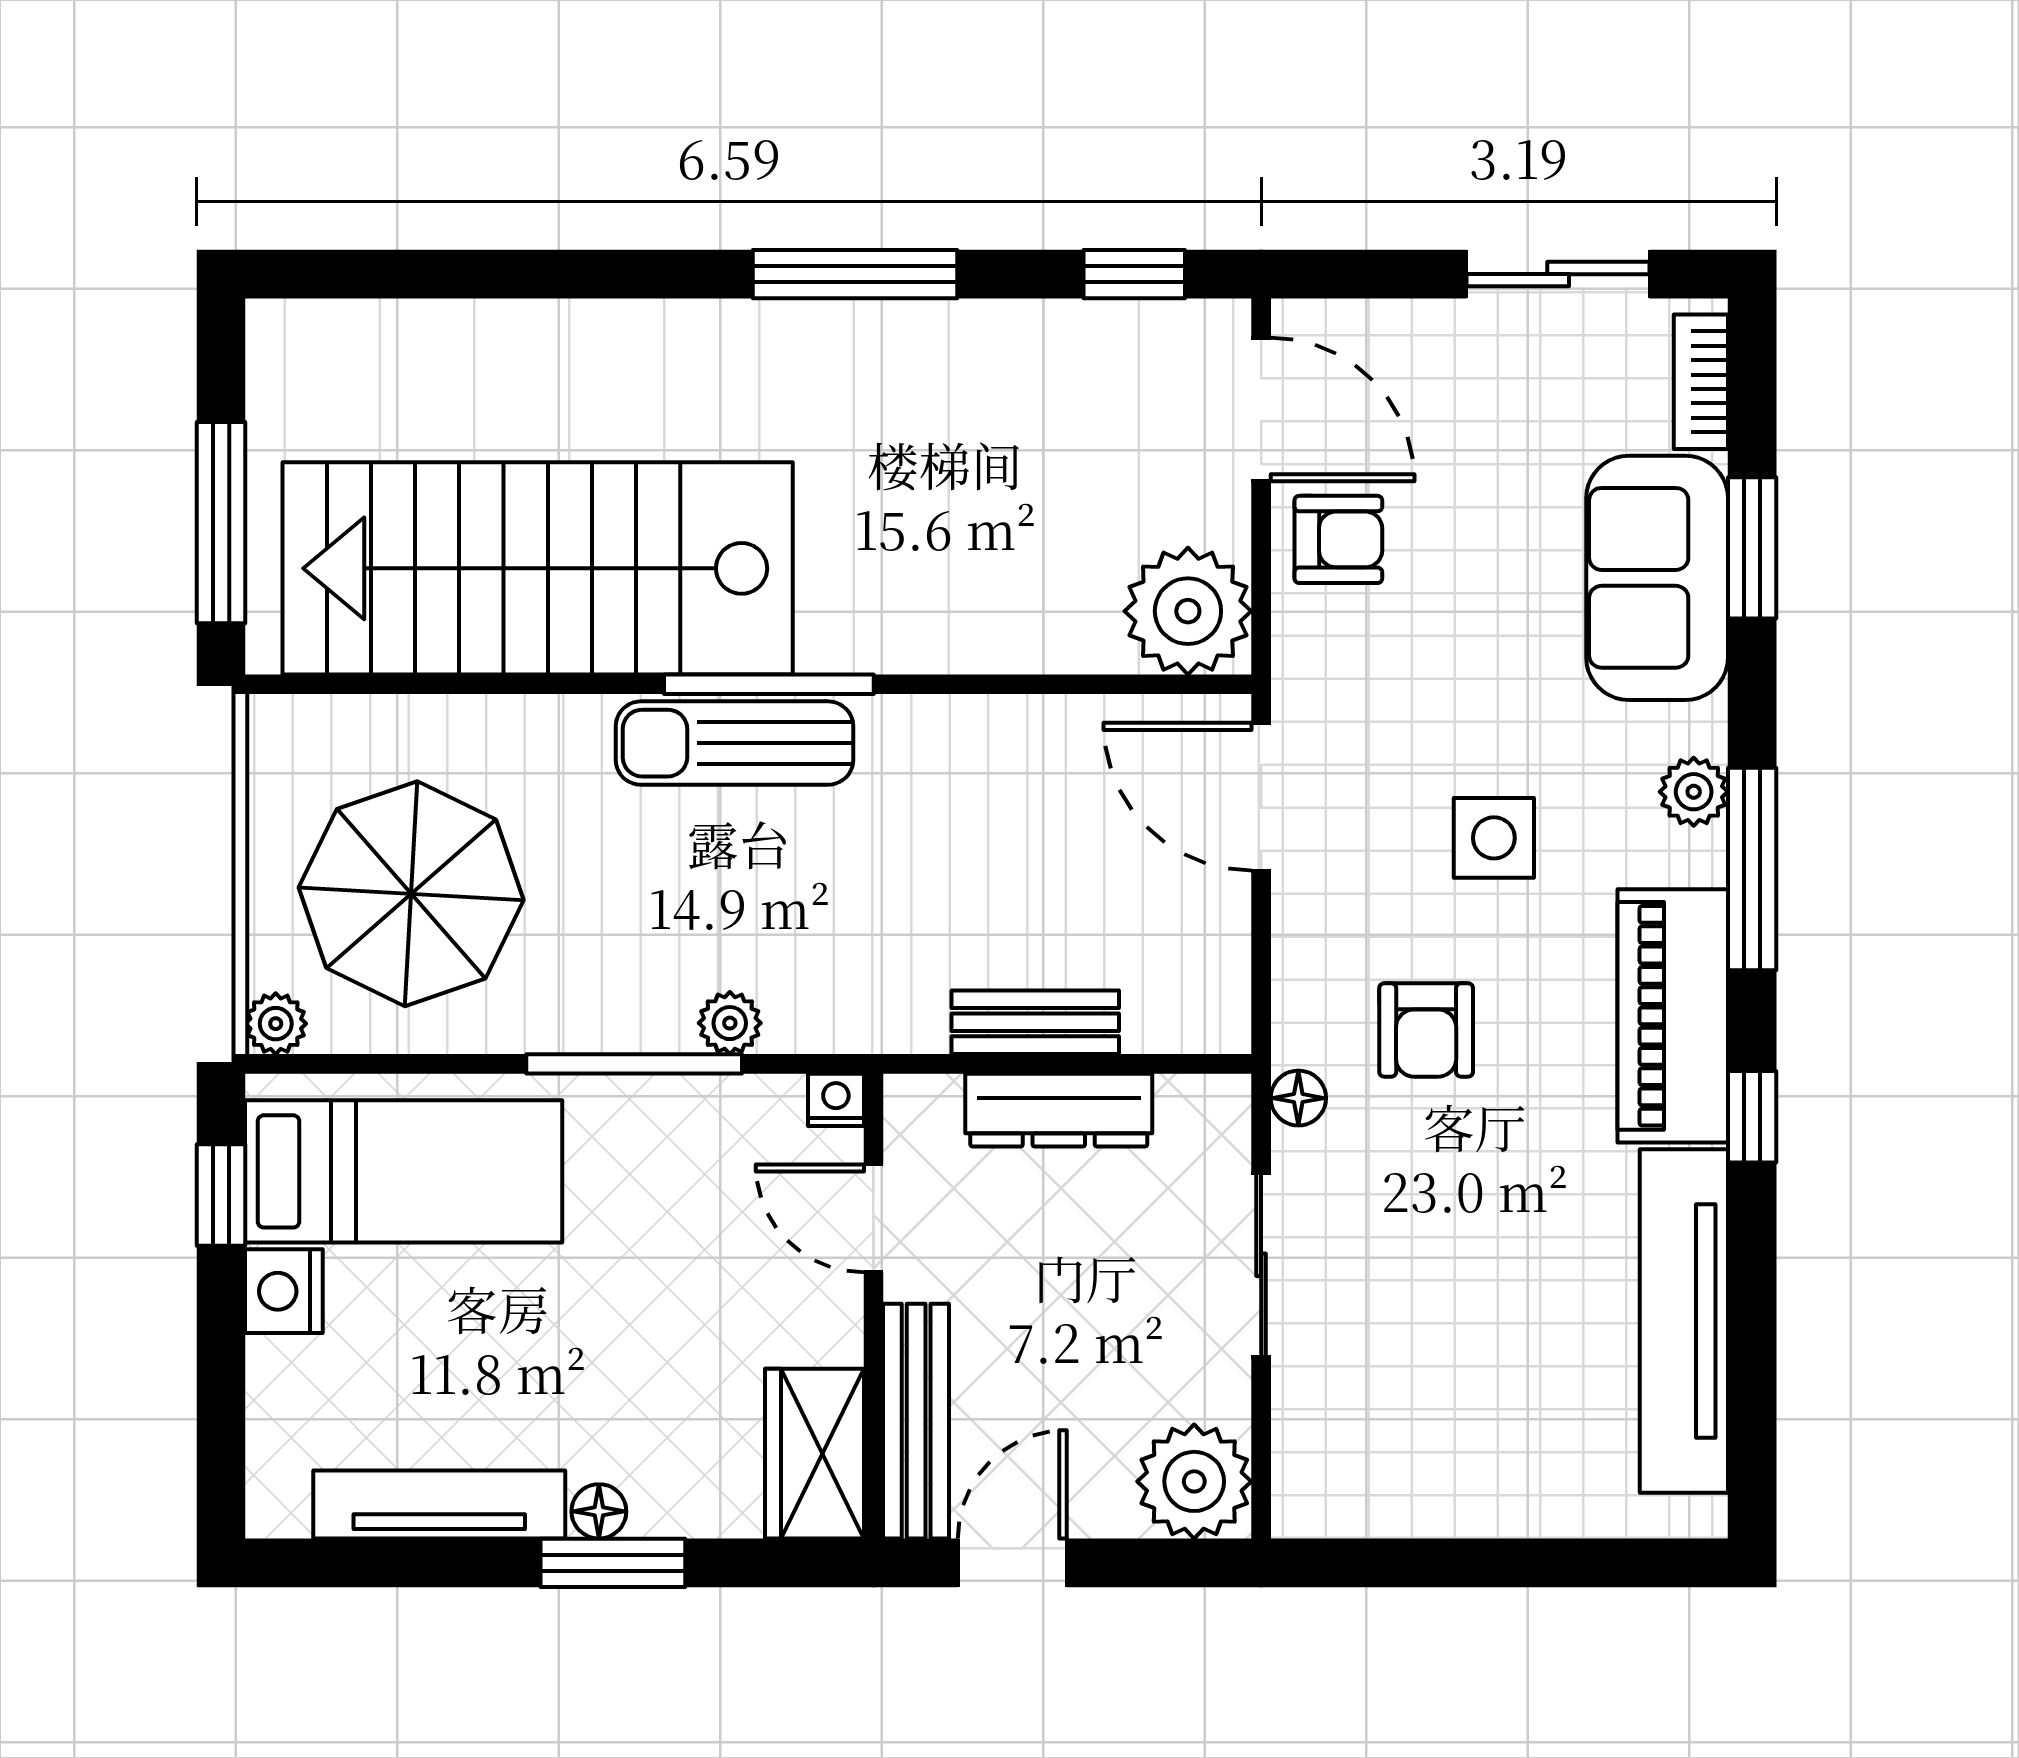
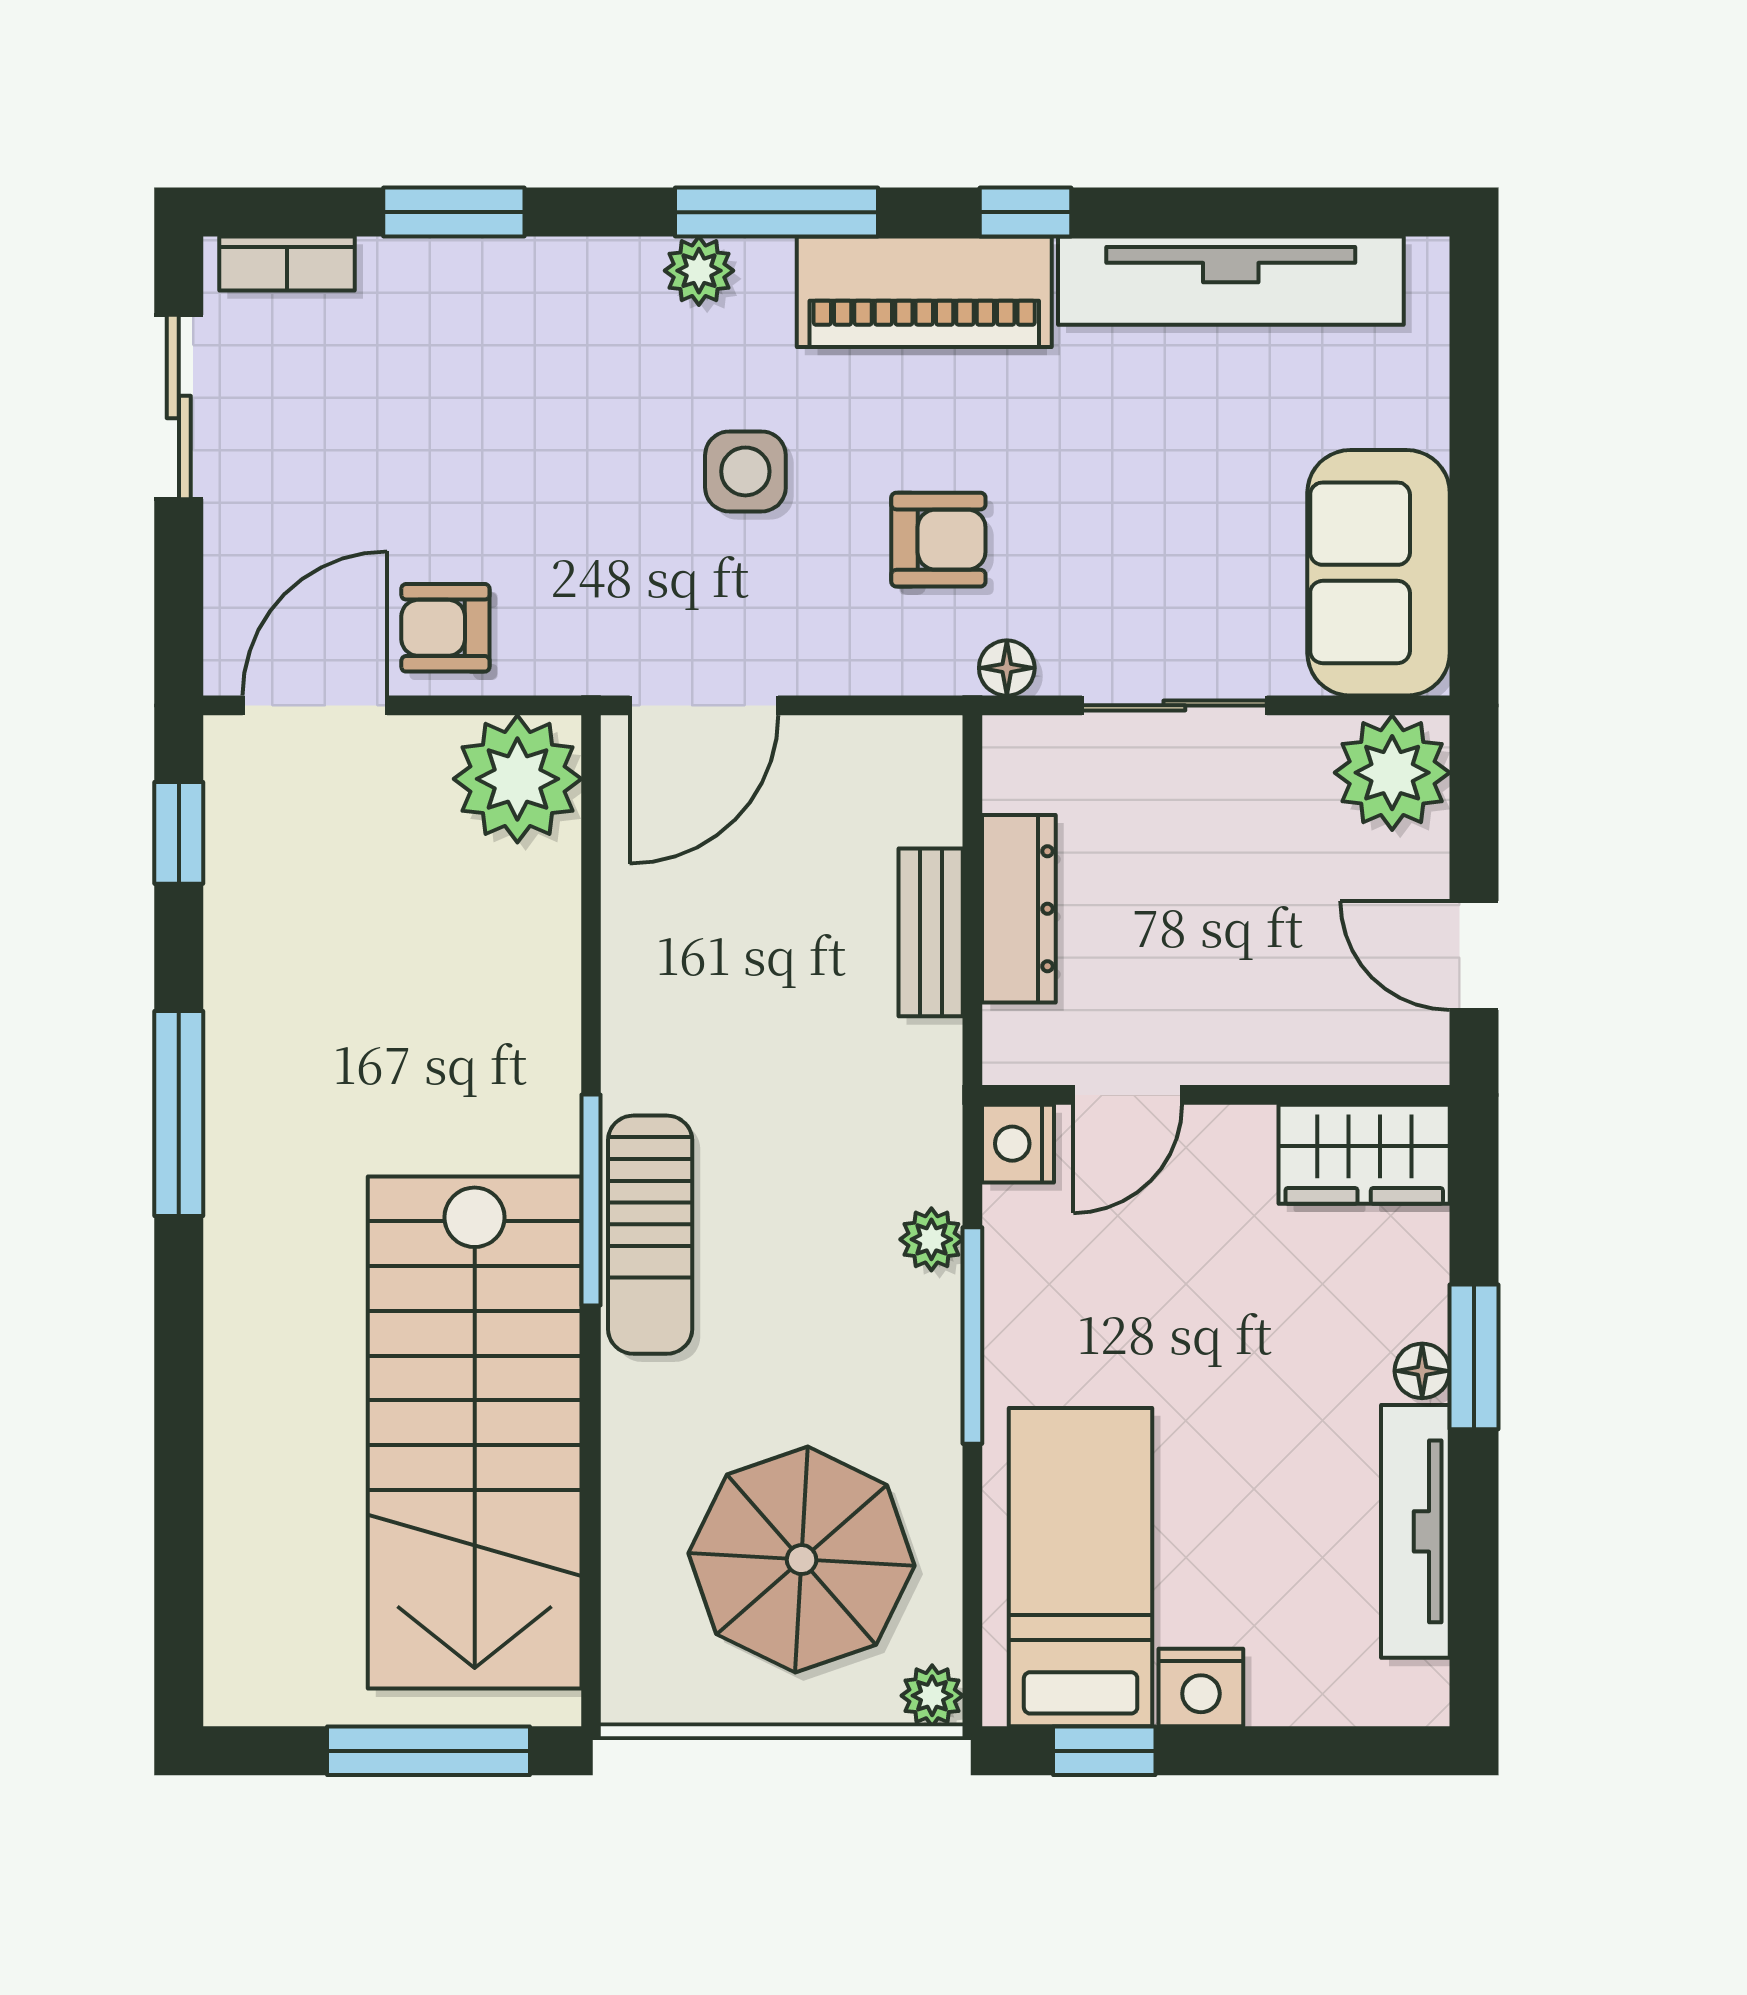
armchair: (1338, 539) -> (445, 628), turned -90
sofa: (1657, 578) -> (1379, 573), moved, turned 90
nightstand: (836, 1100) -> (1018, 1144), width x1.39, depth x1.35
bench: (916, 1421) -> (1332, 1052), removed

